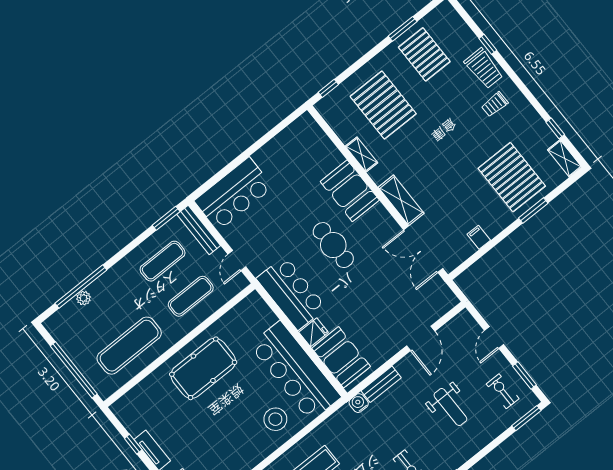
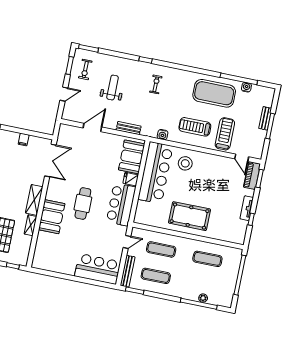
shelving: (401, 200) -> (34, 200), moved
exercise mat: (129, 346) -> (207, 259), width x0.73, depth x0.69
water cooler: (359, 403) -> (163, 135), moved

